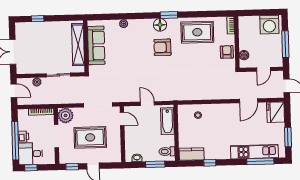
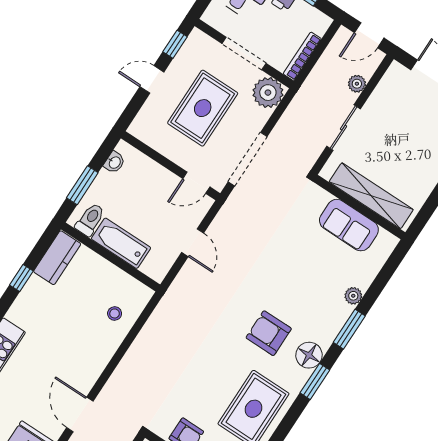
window: (138, 16) -> (349, 329), added
sofa: (96, 45) -> (349, 225), width x0.73
armchair: (162, 47) -> (269, 333), turned -90
door: (147, 104) -> (193, 243), hinge flipped
bathtub: (167, 121) -> (121, 243), moved

